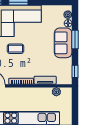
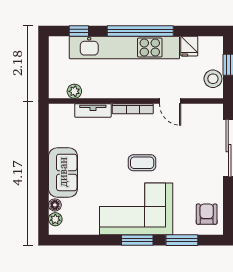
window: (75, 39) -> (43, 178), removed
window: (75, 71) -> (43, 125), removed

